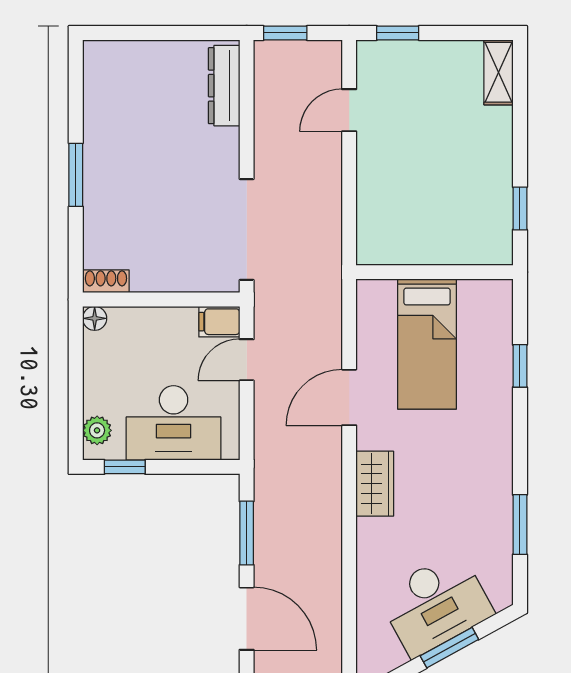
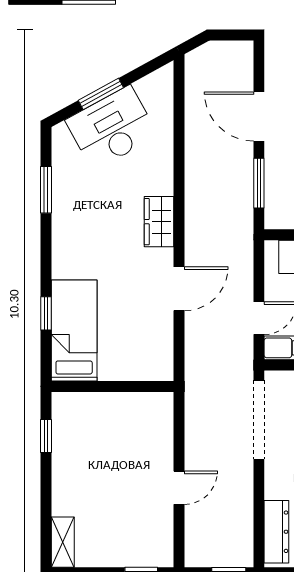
door: (349, 110) -> (179, 488), moved
bed: (427, 344) -> (74, 330), moved

